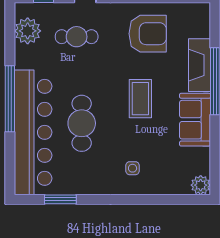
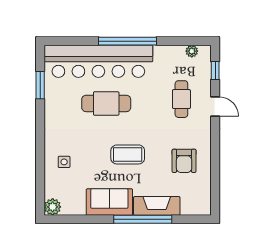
plant: (28, 31) -> (192, 51), width x0.53, depth x0.53
armchair: (148, 34) -> (184, 161), width x0.73, depth x0.73
side table: (133, 168) -> (64, 162), moved

